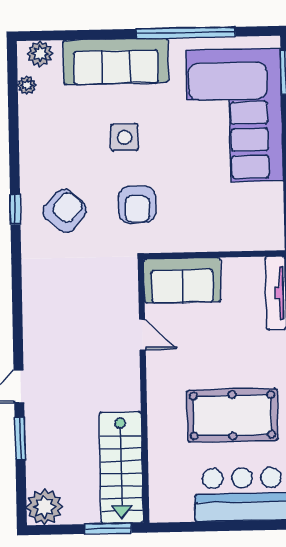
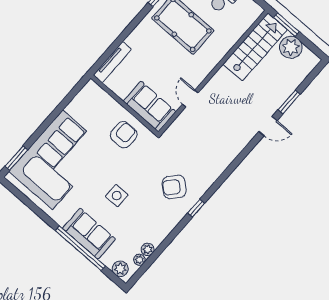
window: (186, 33) -> (80, 248), moved
sofa: (116, 61) -> (89, 234), width x0.73
plant: (28, 107) -> (148, 249), added
armchair: (137, 204) -> (124, 135), moved
plant: (44, 507) -> (291, 47), moved

